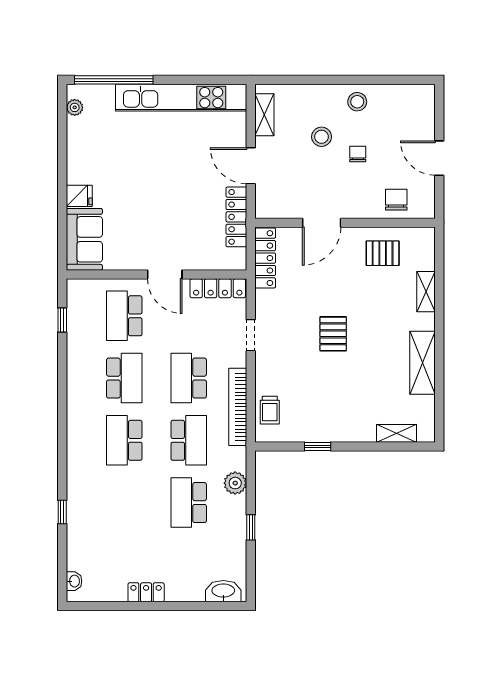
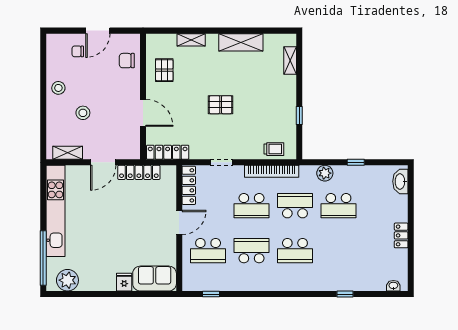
plant: (75, 107) -> (67, 280), width x1.88, depth x1.88
chair: (358, 154) -> (78, 51), moved

